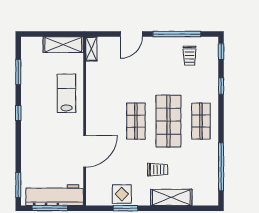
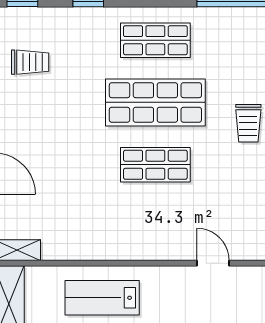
door: (85, 151) -> (213, 263), width x0.53
trolley: (158, 170) -> (248, 123), turned 180

